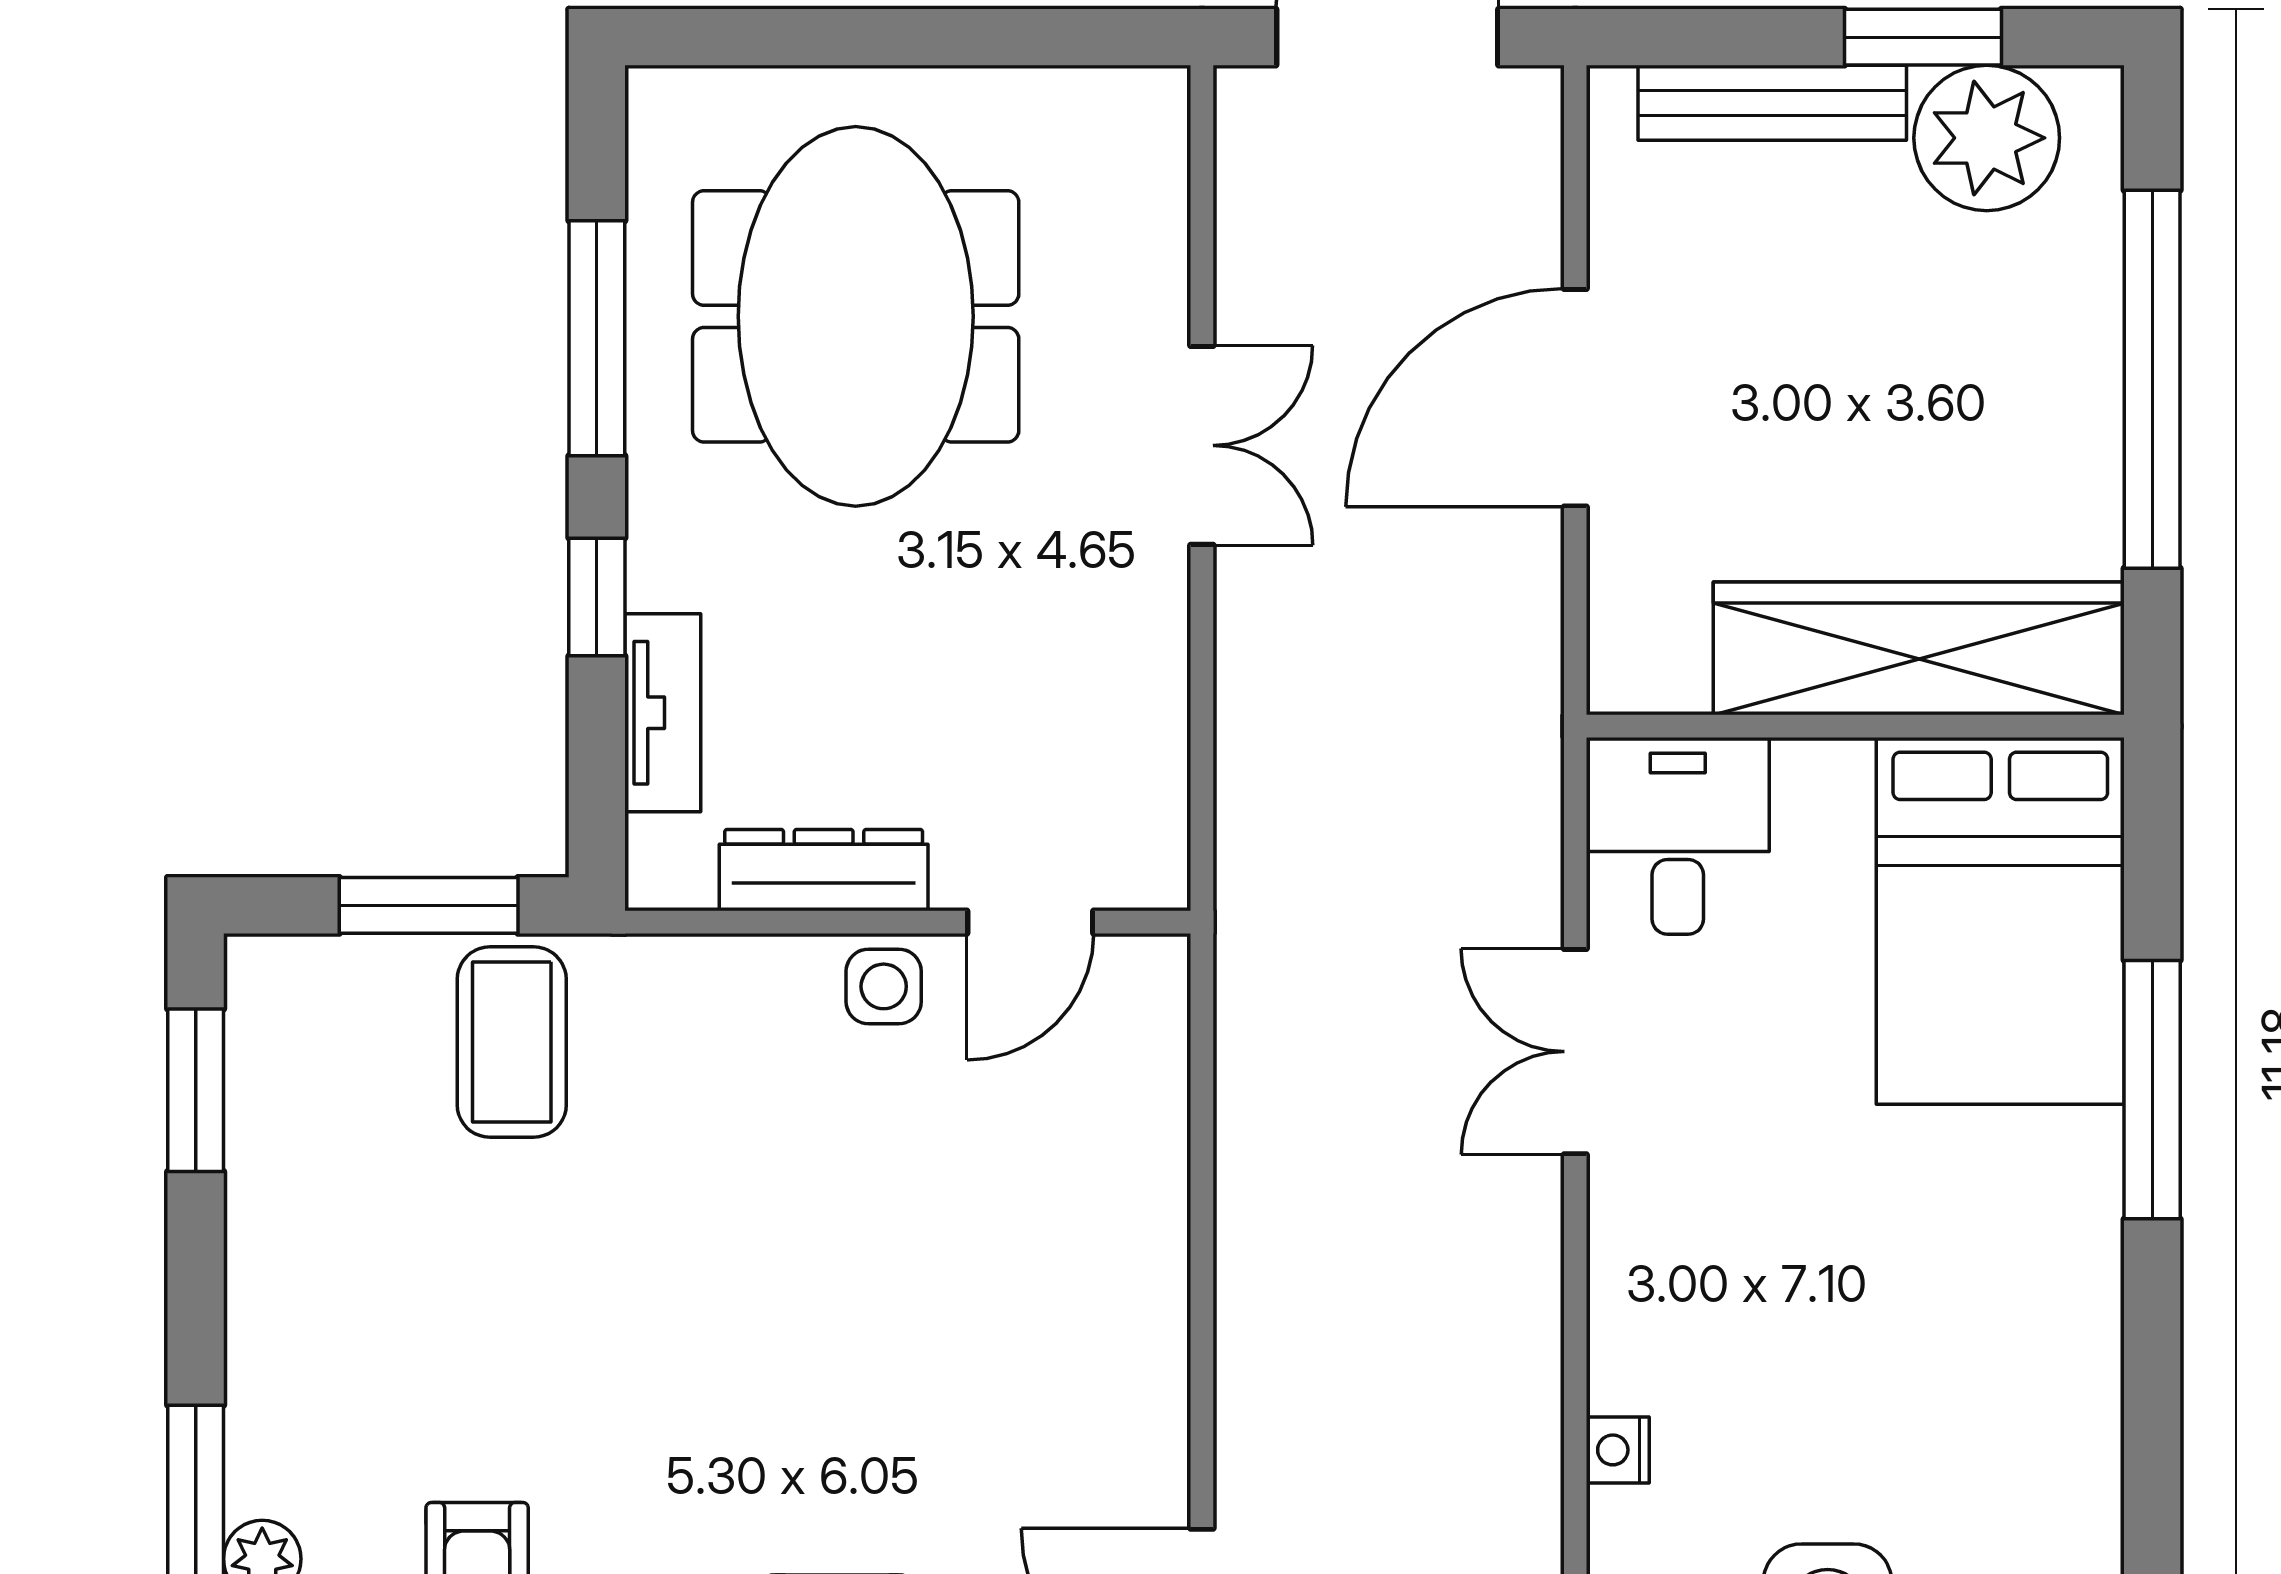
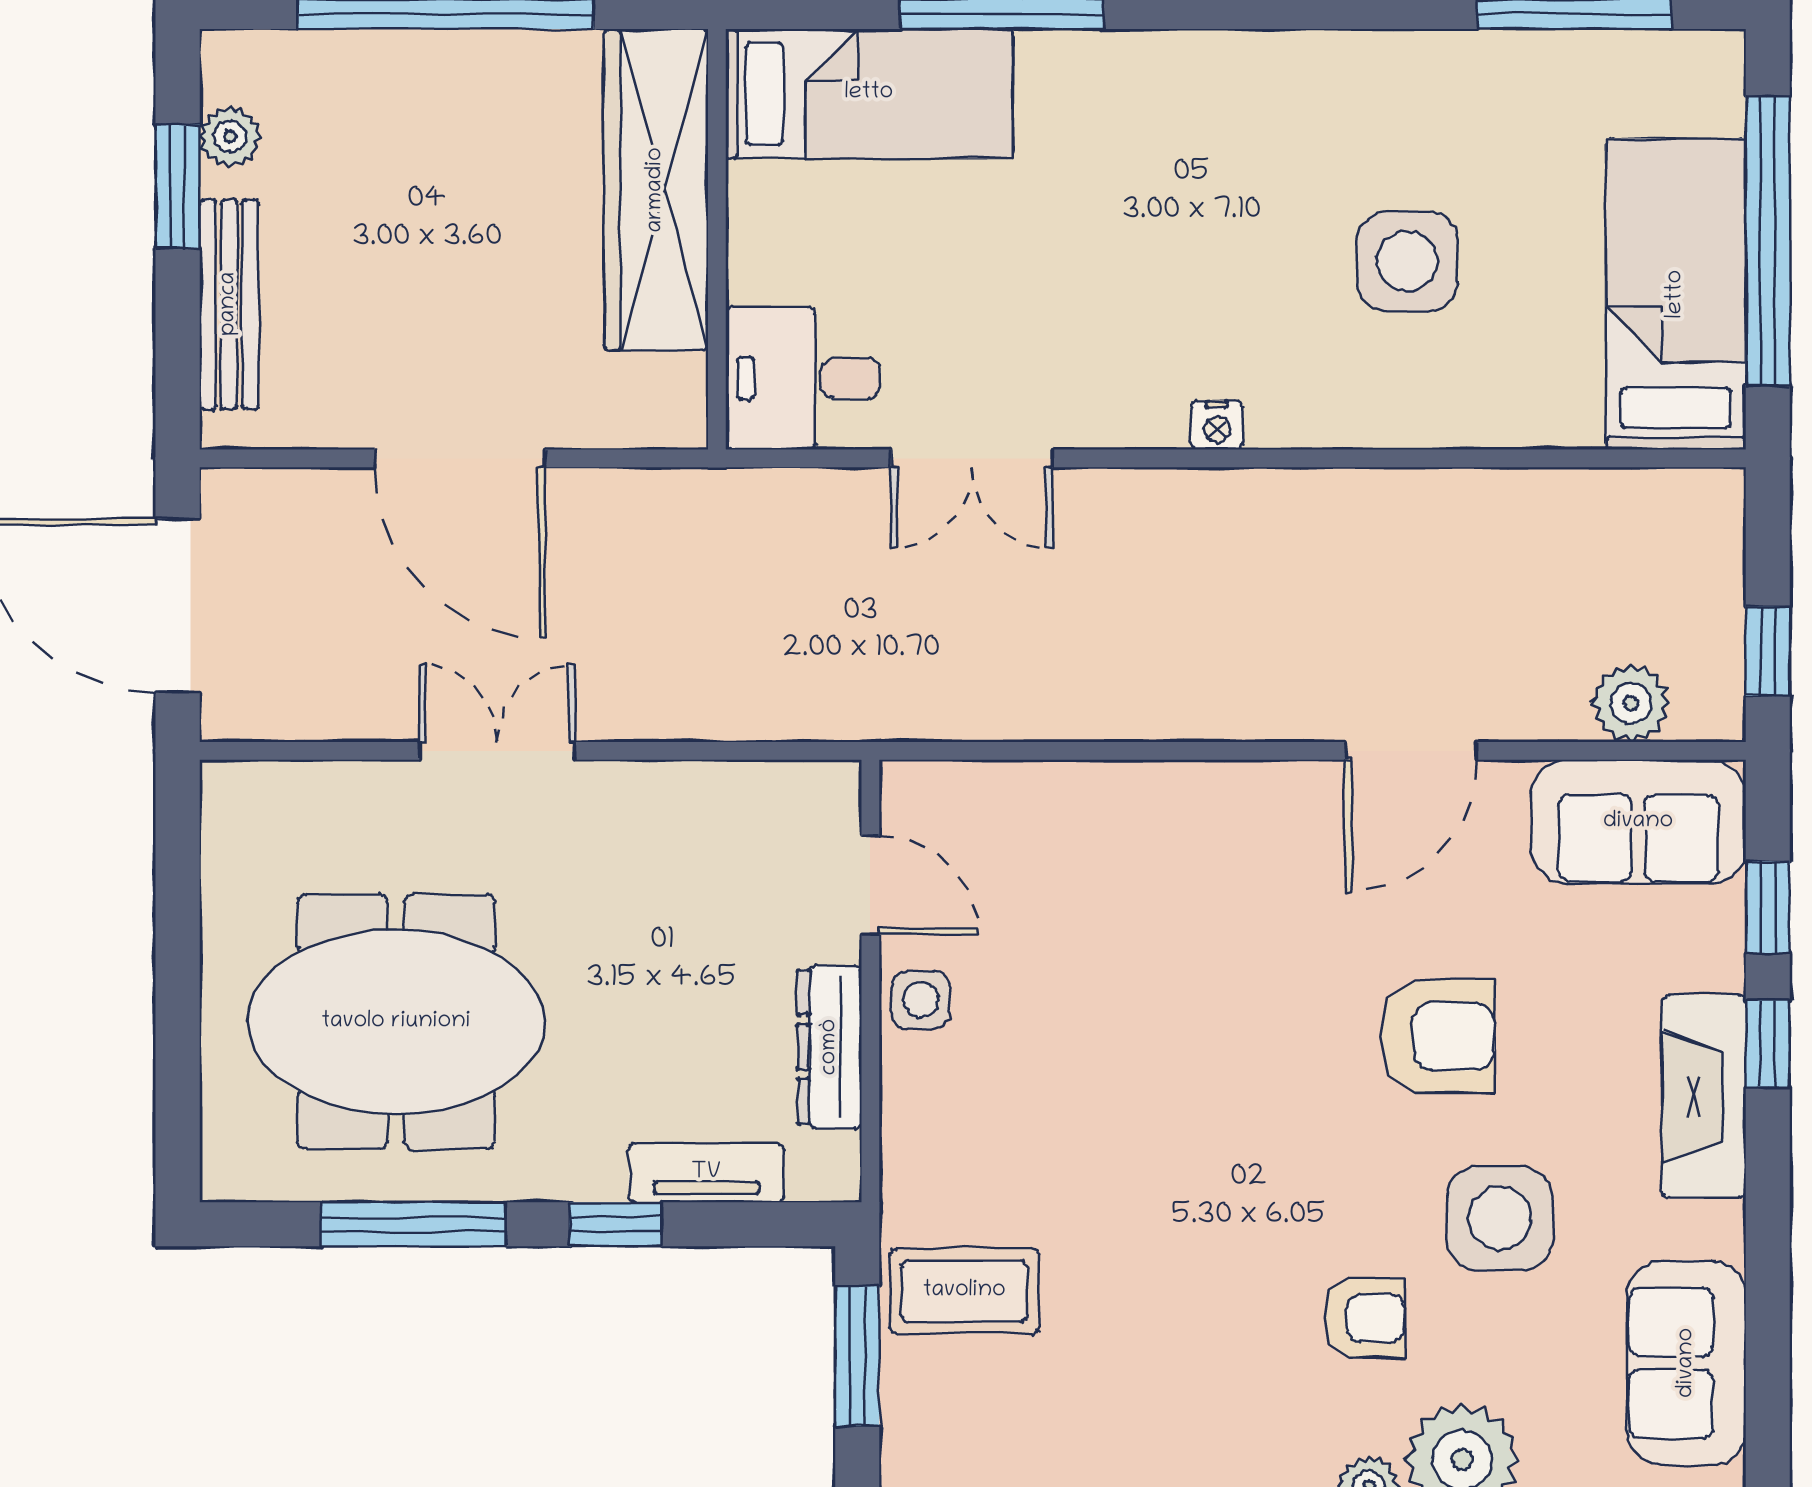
plant: (1987, 138) -> (230, 136), width x0.53, depth x0.53
bed: (2000, 921) -> (869, 93), width x0.67
nightstand: (1618, 1450) -> (1217, 425), moved

